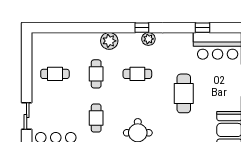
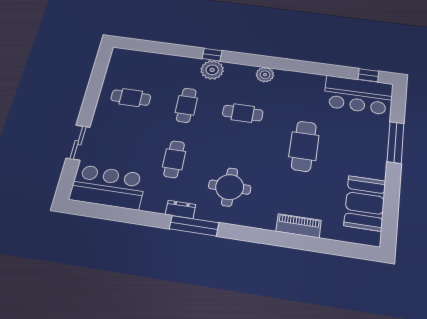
window: (142, 28) -> (212, 55), moved
window: (202, 28) -> (368, 75), moved

